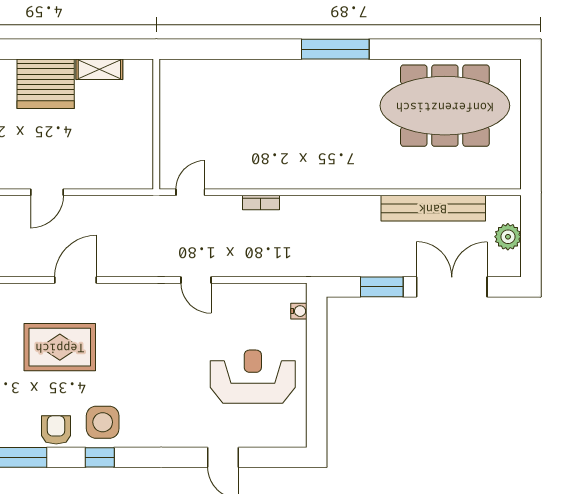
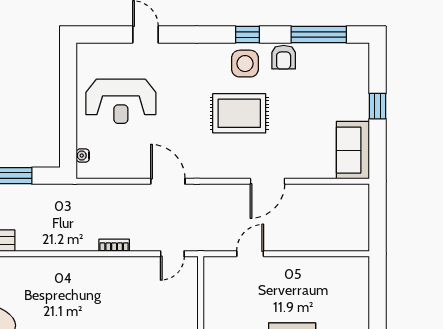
door: (47, 192) -> (250, 254), moved
door: (196, 280) -> (168, 181), width x1.38
rug: (60, 347) -> (239, 113), moved

